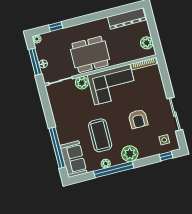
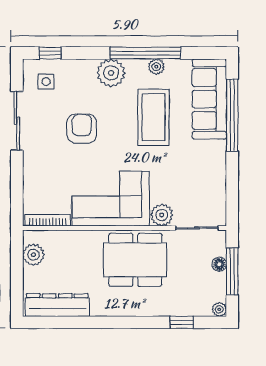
sofa: (74, 159) -> (209, 99), width x1.36

